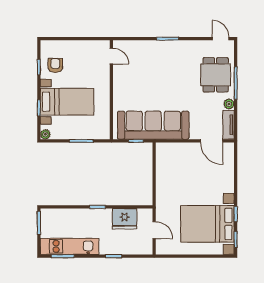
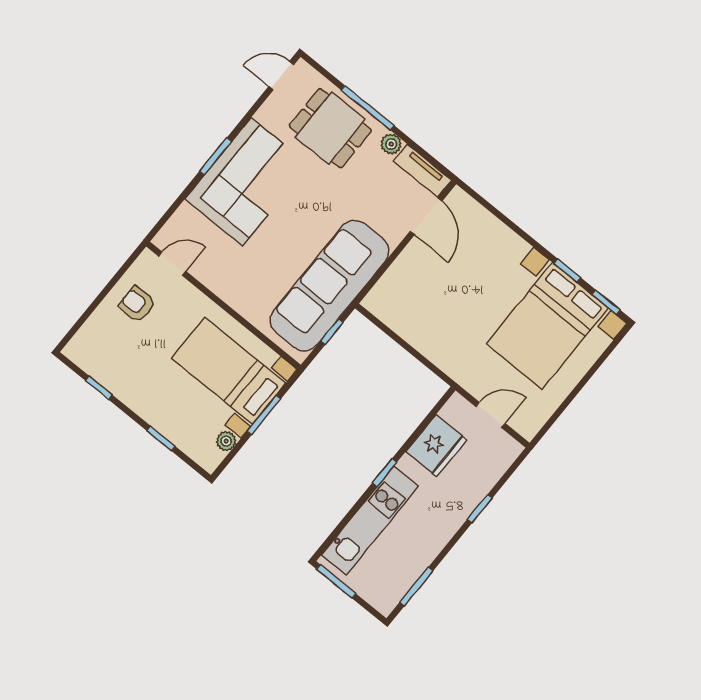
corner sofa: (168, 59) -> (247, 182), added
armchair: (55, 65) -> (137, 304), moved
bed with nightstands: (67, 102) -> (228, 371), moved, turned -90
plant: (45, 134) -> (226, 441), moved
door: (212, 141) -> (426, 216), hinge flipped
kitchen unit: (70, 246) -> (370, 521), moved, turned 180

